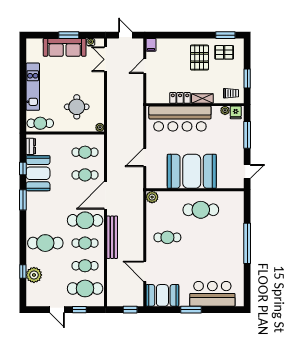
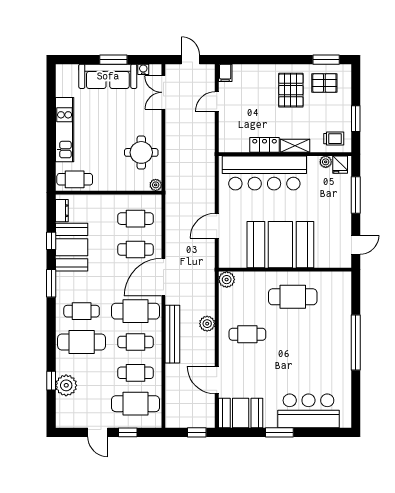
round table: (77, 107) -> (141, 152), moved
cafe table: (45, 220) -> (82, 311), added
plant: (138, 230) -> (207, 324), added

